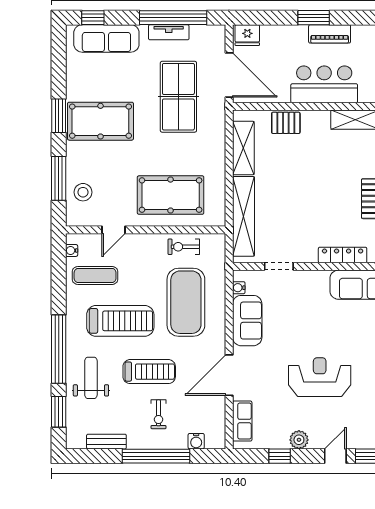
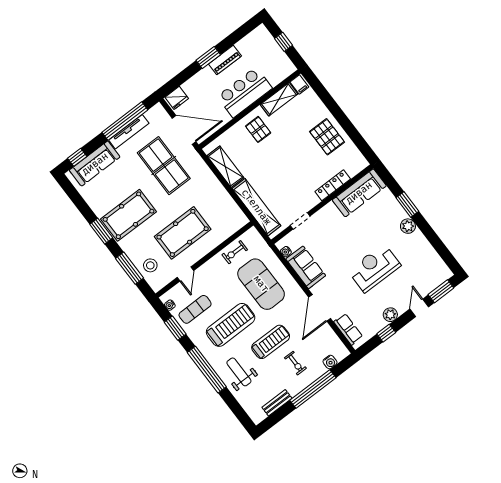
tv unit: (169, 32) -> (129, 132), width x1.41
pallet: (286, 123) -> (258, 129), moved, turned 90
pool table: (171, 195) -> (183, 233), moved
window: (59, 412) -> (175, 328), moved

